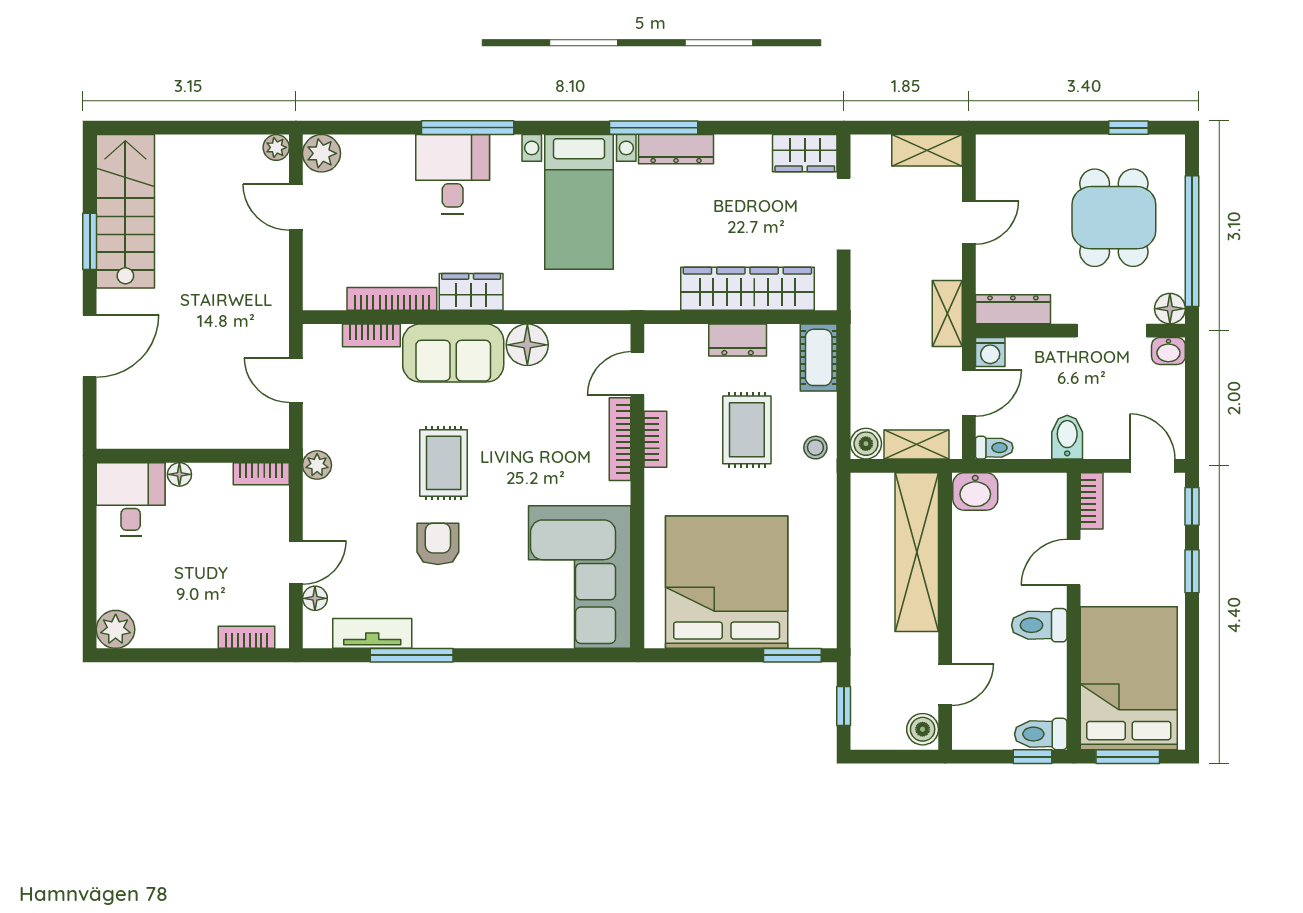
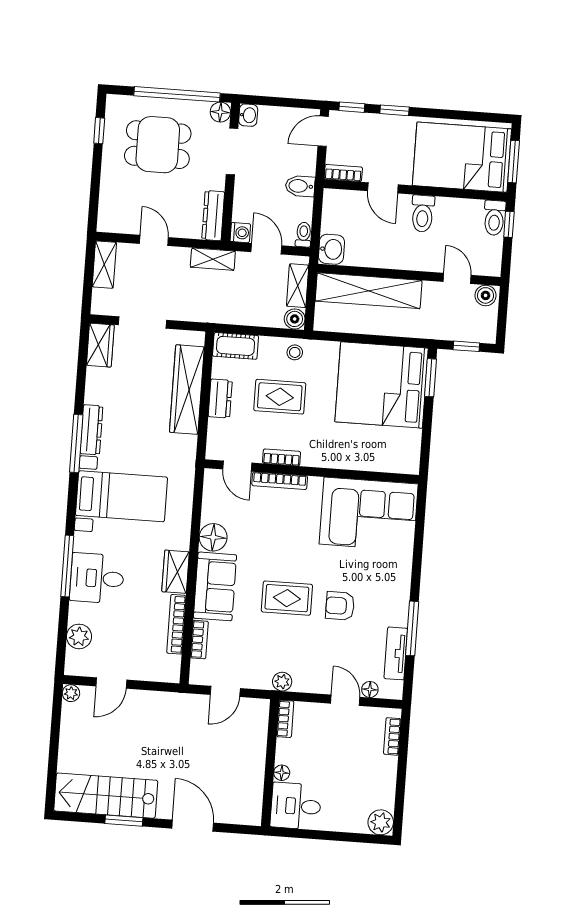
plant: (321, 153) -> (79, 636), moved
bed: (727, 582) -> (382, 385), moved

